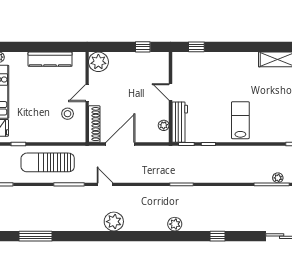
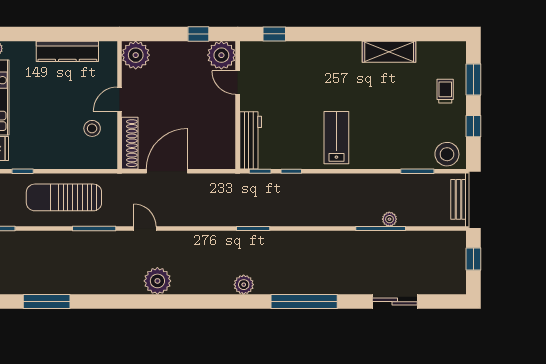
door: (170, 92) -> (238, 83), moved
plant: (164, 125) -> (221, 55), moved, width x1.87, depth x1.87
window: (217, 236) -> (304, 302), width x3.17

